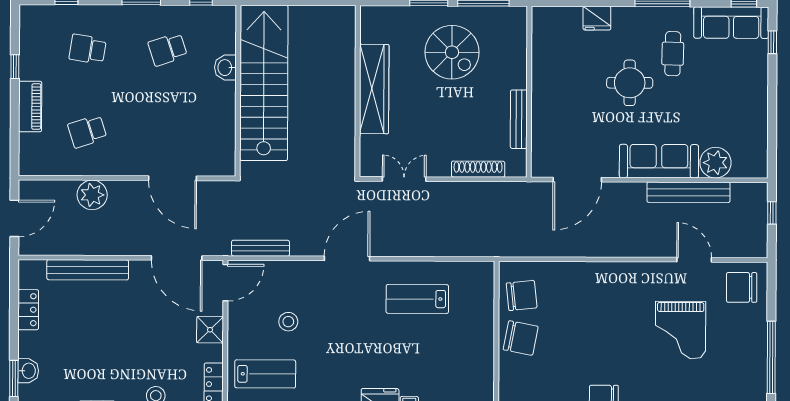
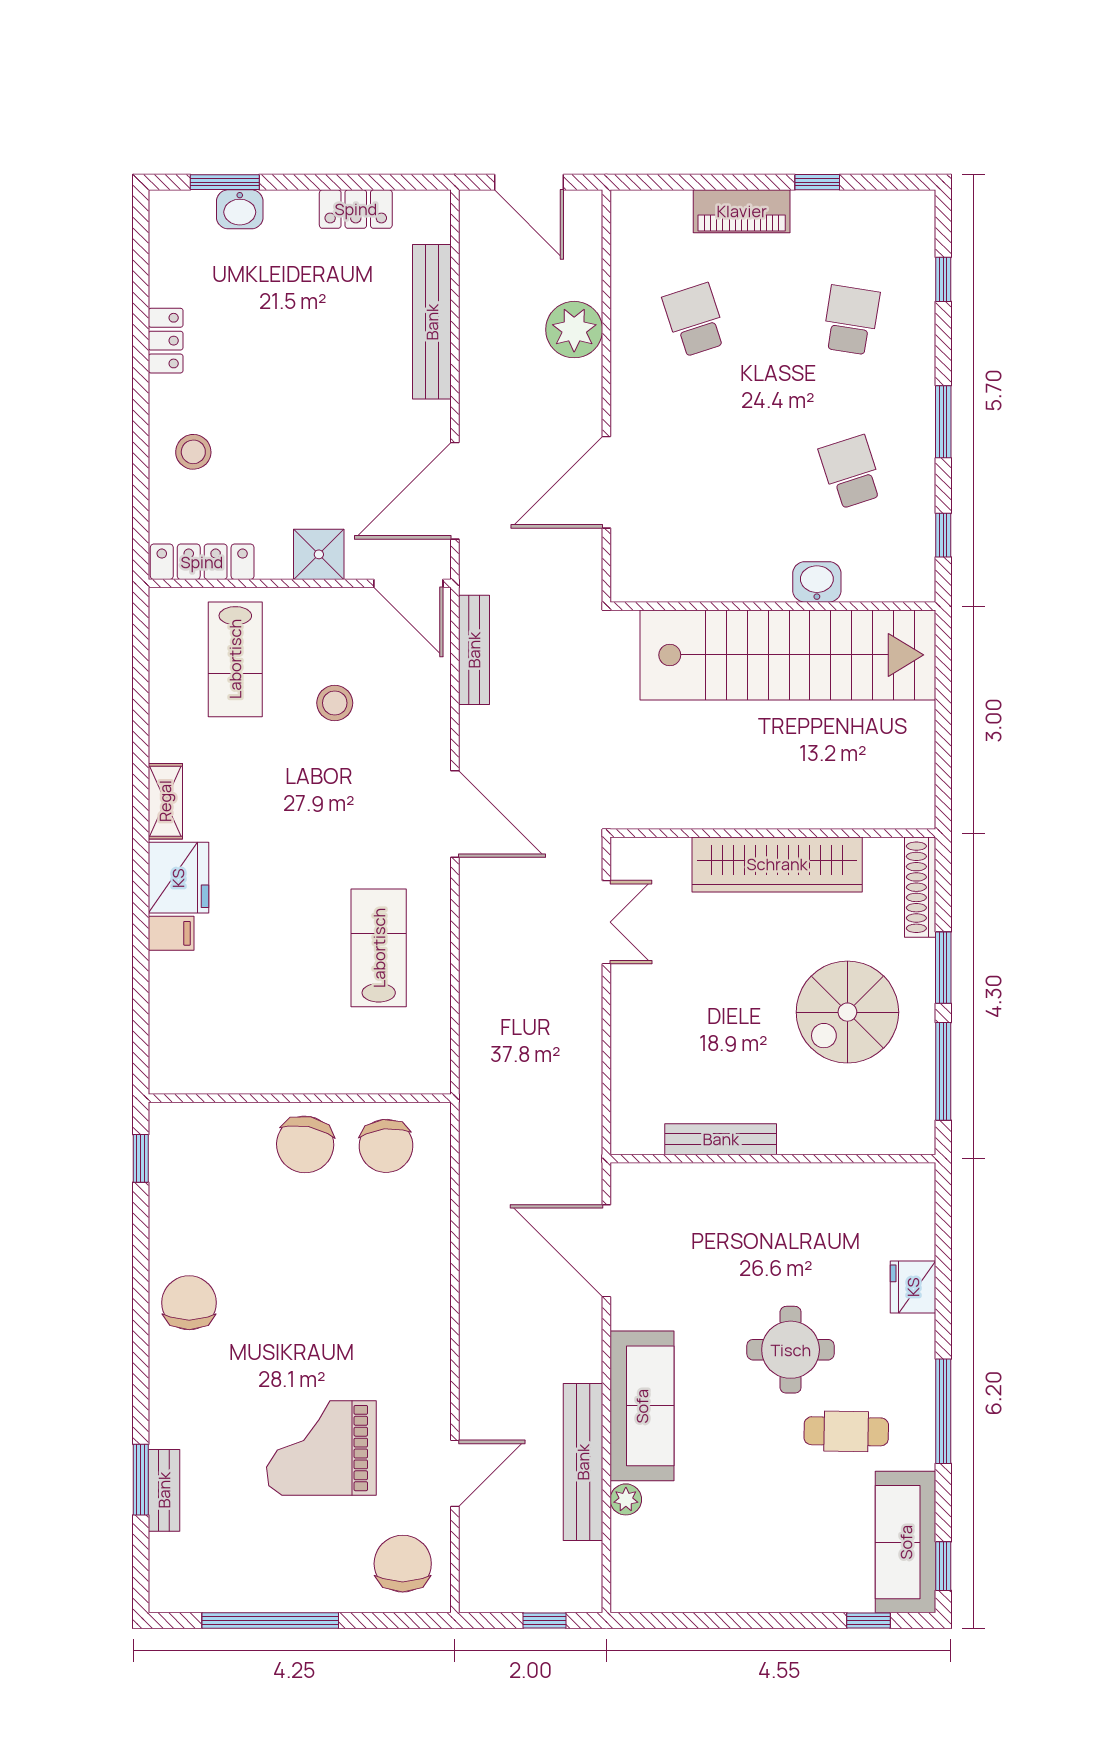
plant: (715, 163) -> (626, 1499), width x0.53, depth x0.53
shoe rack: (478, 169) -> (920, 887), moved, turned 180

